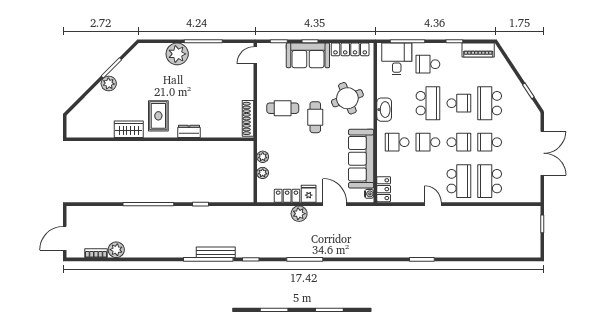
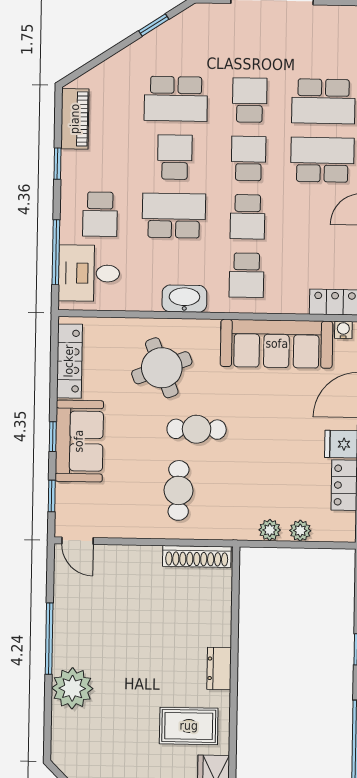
school desk: (490, 142) -> (250, 100), turned 180

